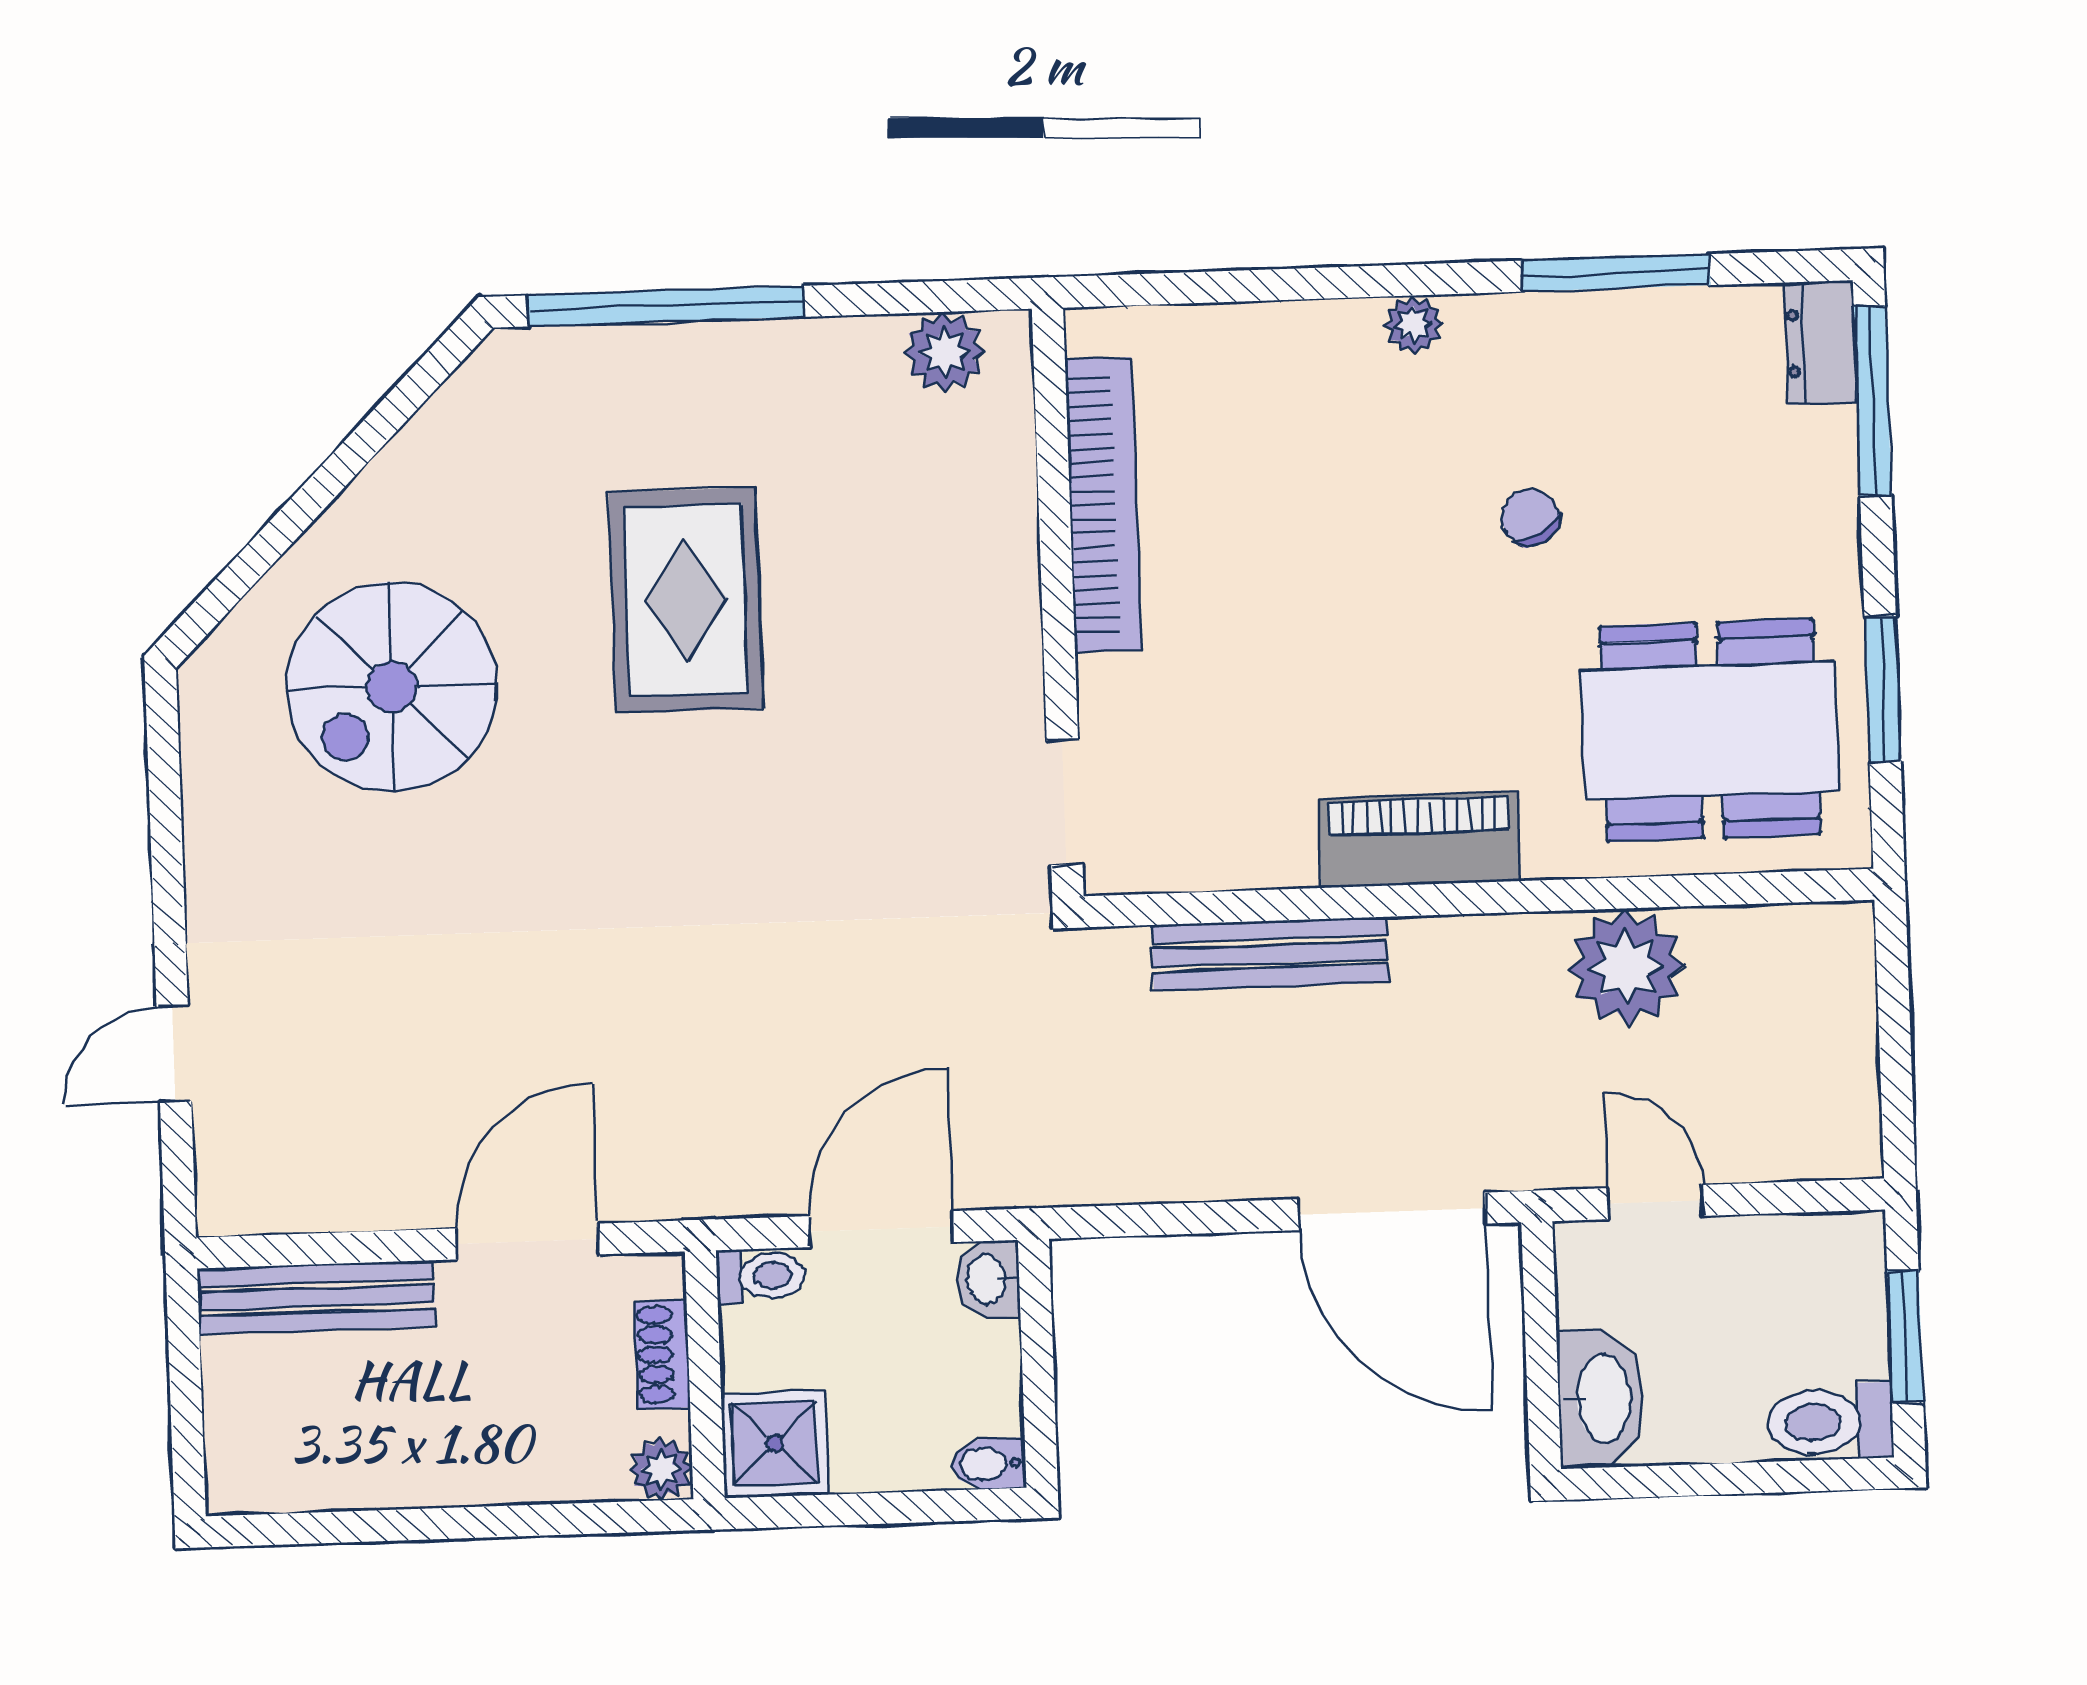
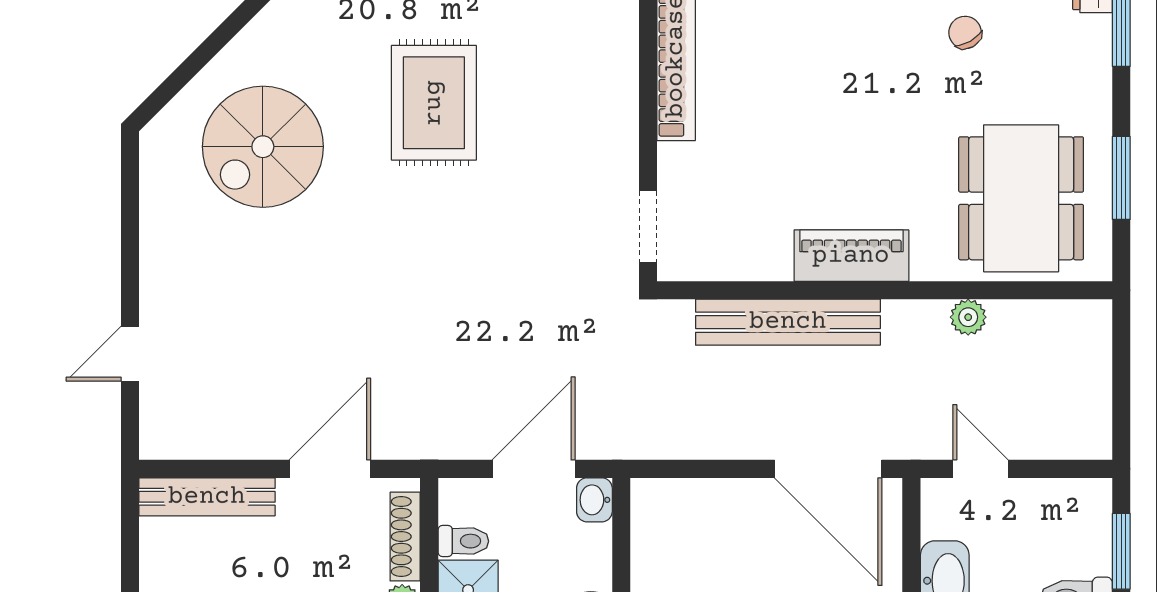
chair: (1530, 518) -> (965, 32), moved
dining table: (1710, 730) -> (1021, 198), turned 90
bench: (1270, 954) -> (788, 322), width x1.37, depth x1.21
plant: (1626, 967) -> (968, 317), width x0.53, depth x0.53
toilet: (761, 1276) -> (463, 541), moved
shoe rack: (662, 1354) -> (405, 537), width x1.43

